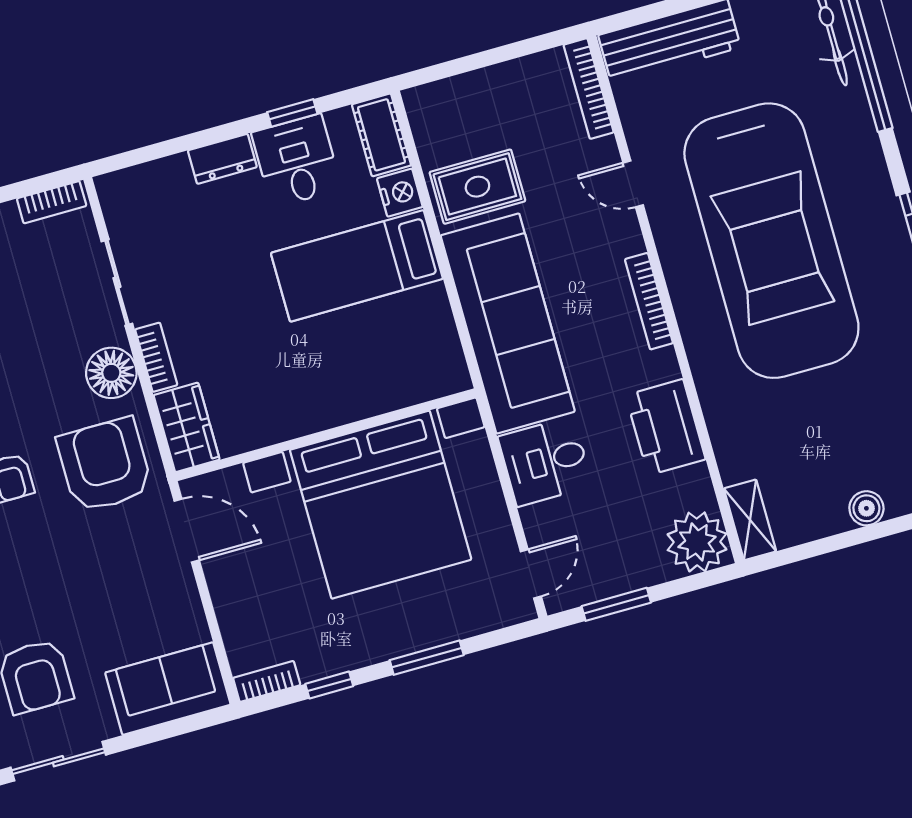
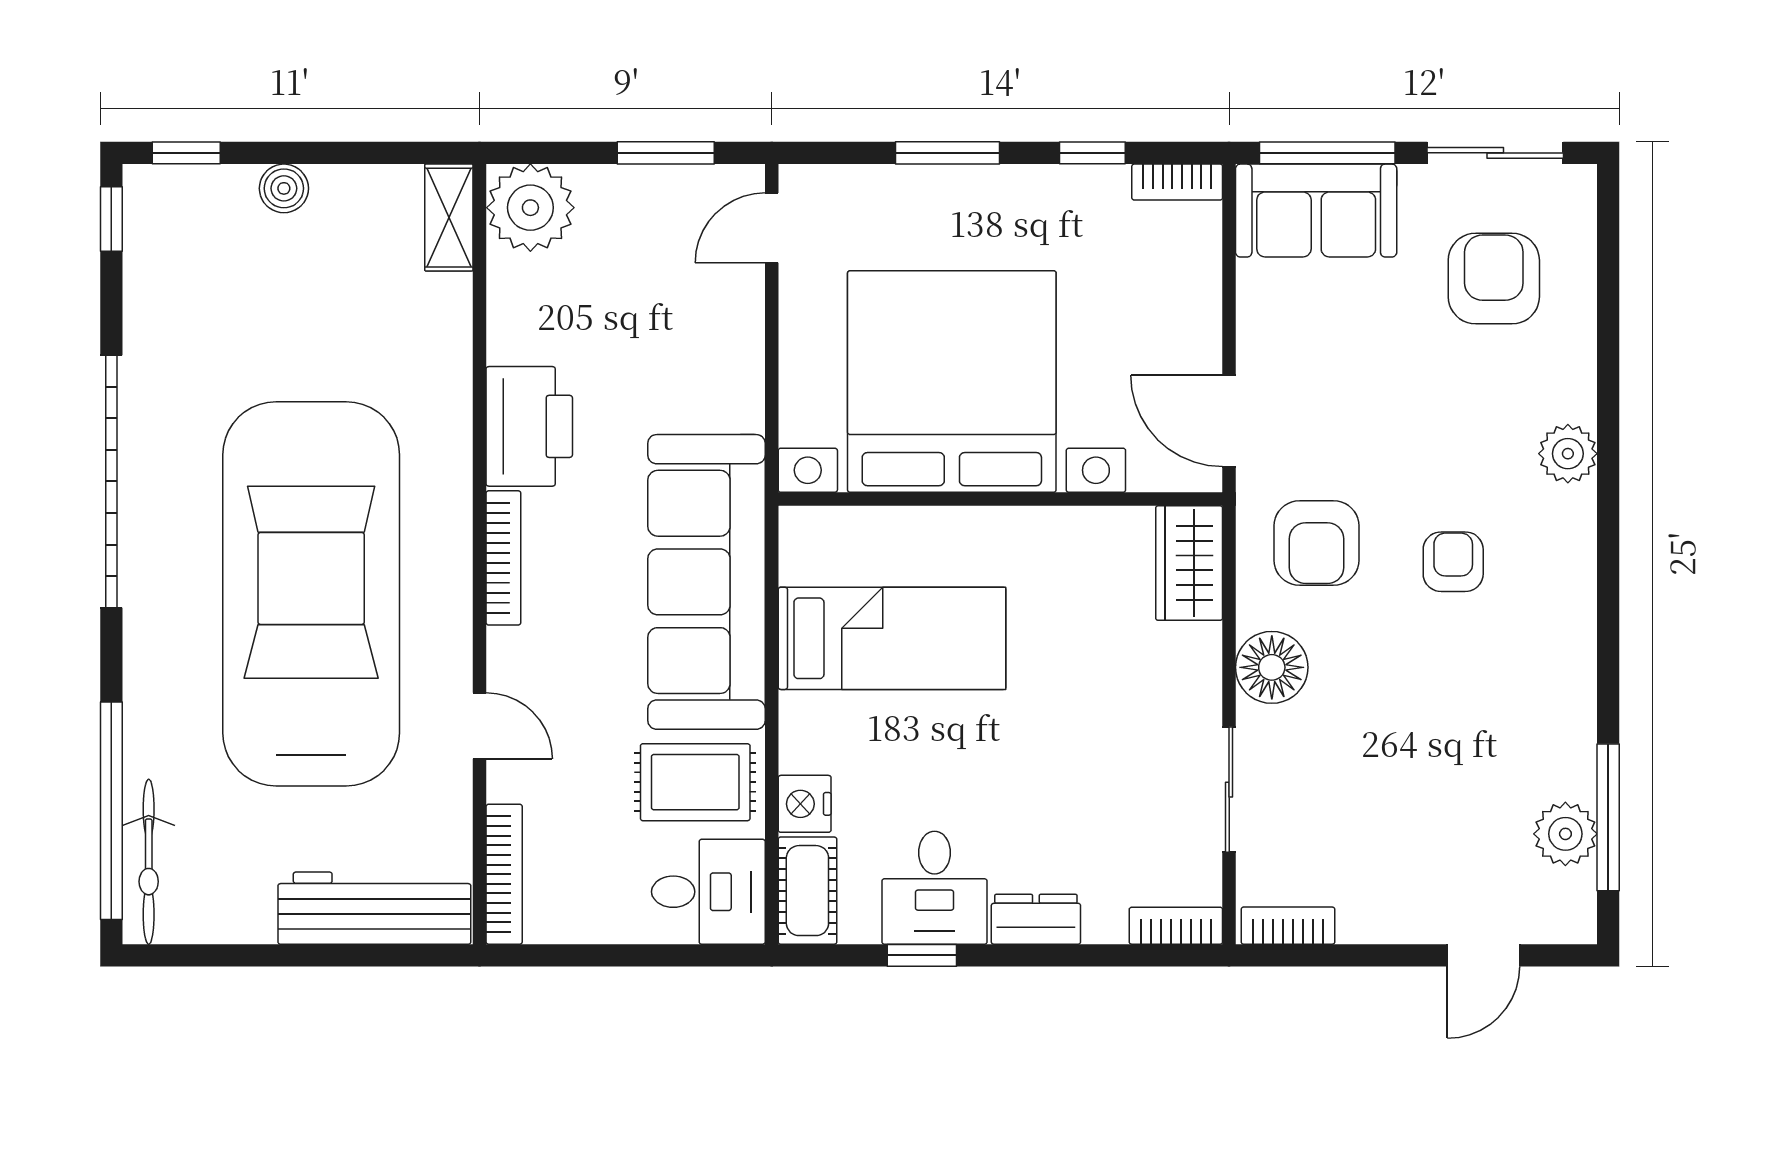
bed: (357, 266) -> (892, 638), moved
bookcase: (156, 357) -> (1176, 926), moved, turned 90
printer: (666, 427) -> (529, 426), moved
desk: (545, 461) -> (708, 892), moved
armchair: (105, 465) -> (1317, 543), width x0.73, depth x0.73
window: (171, 729) -> (1327, 153), added

